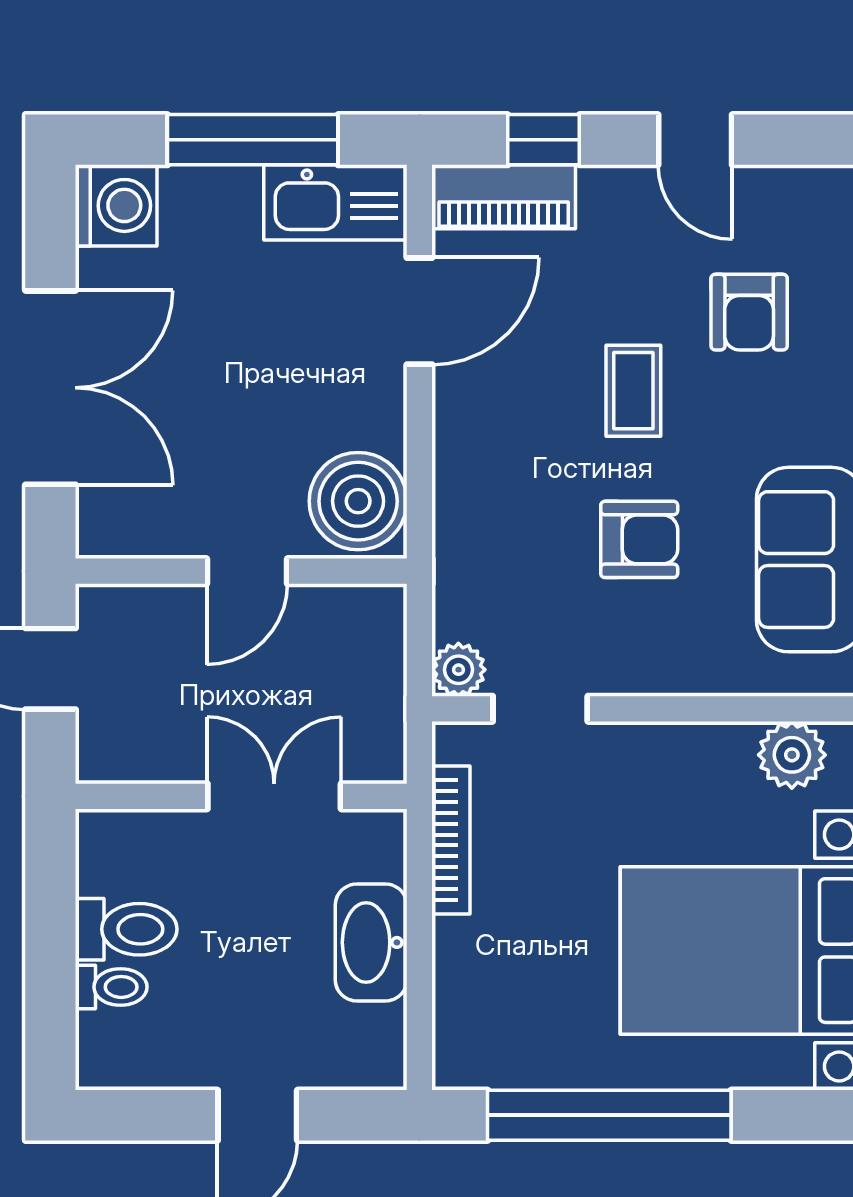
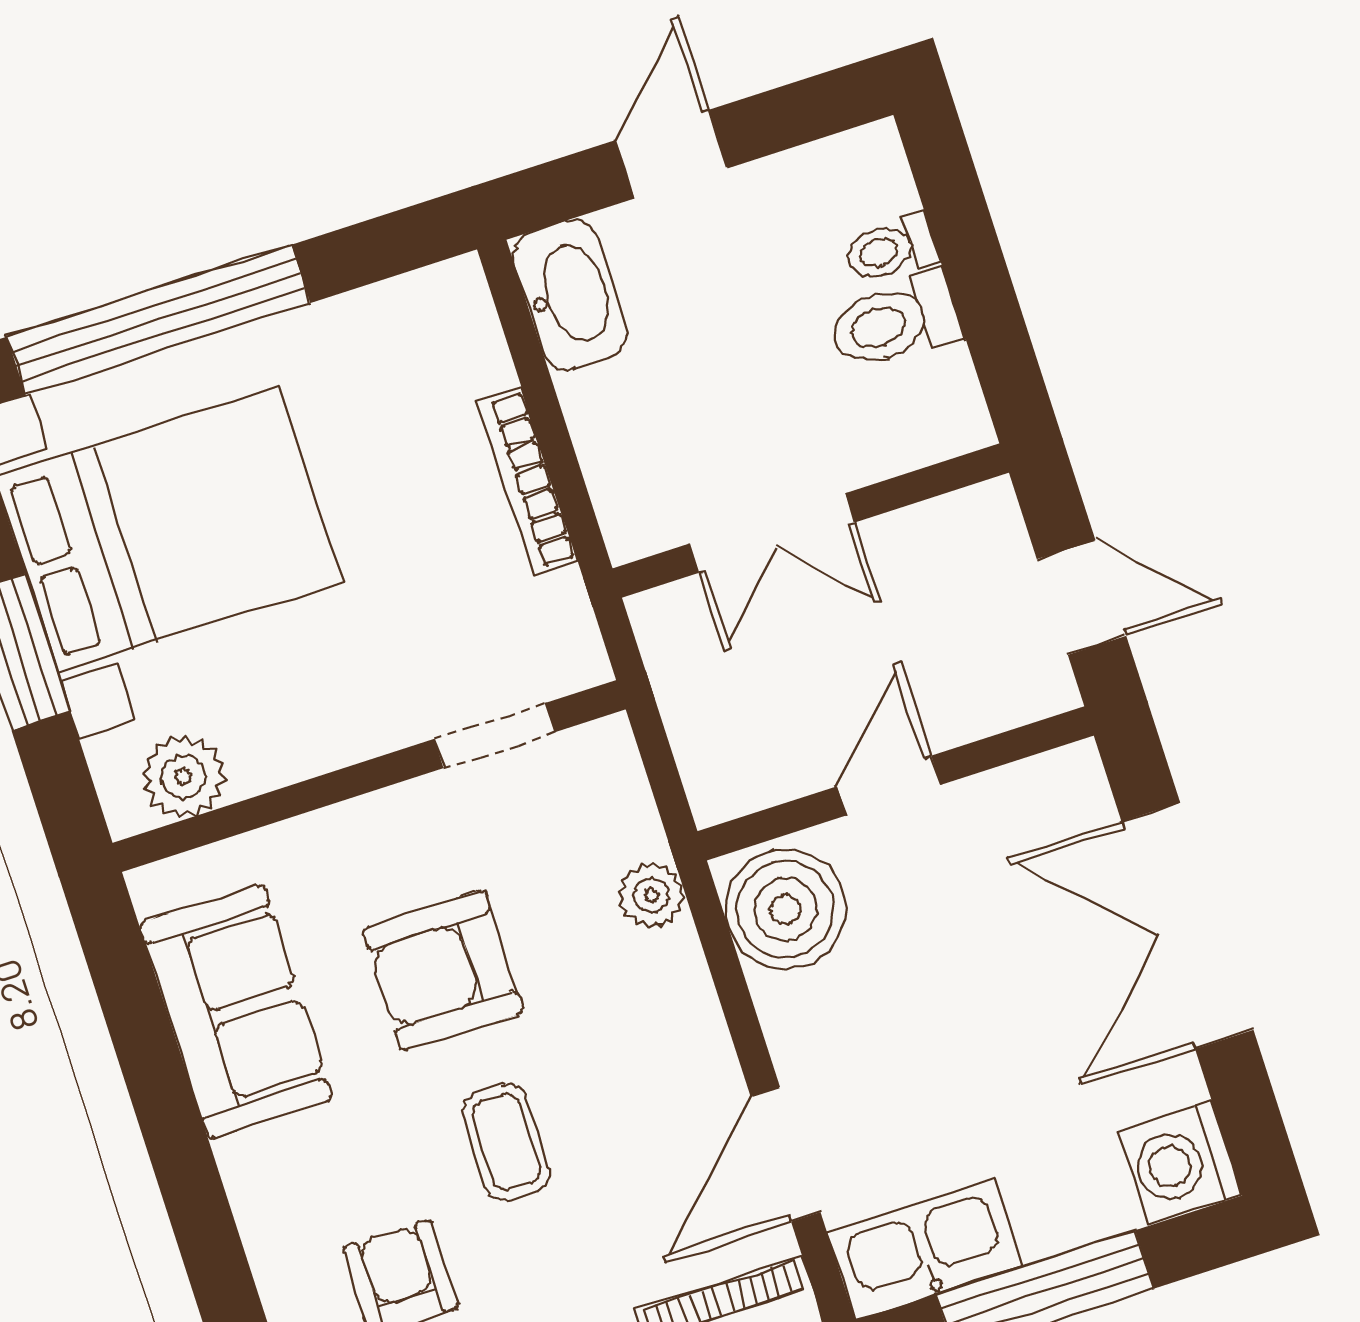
armchair: (639, 539) -> (443, 971), width x1.38, depth x1.38
plant: (458, 670) -> (652, 896), moved
bookcase: (451, 840) -> (528, 482), moved
washbasin: (371, 942) -> (570, 295), moved
window: (609, 1115) -> (159, 320), moved

